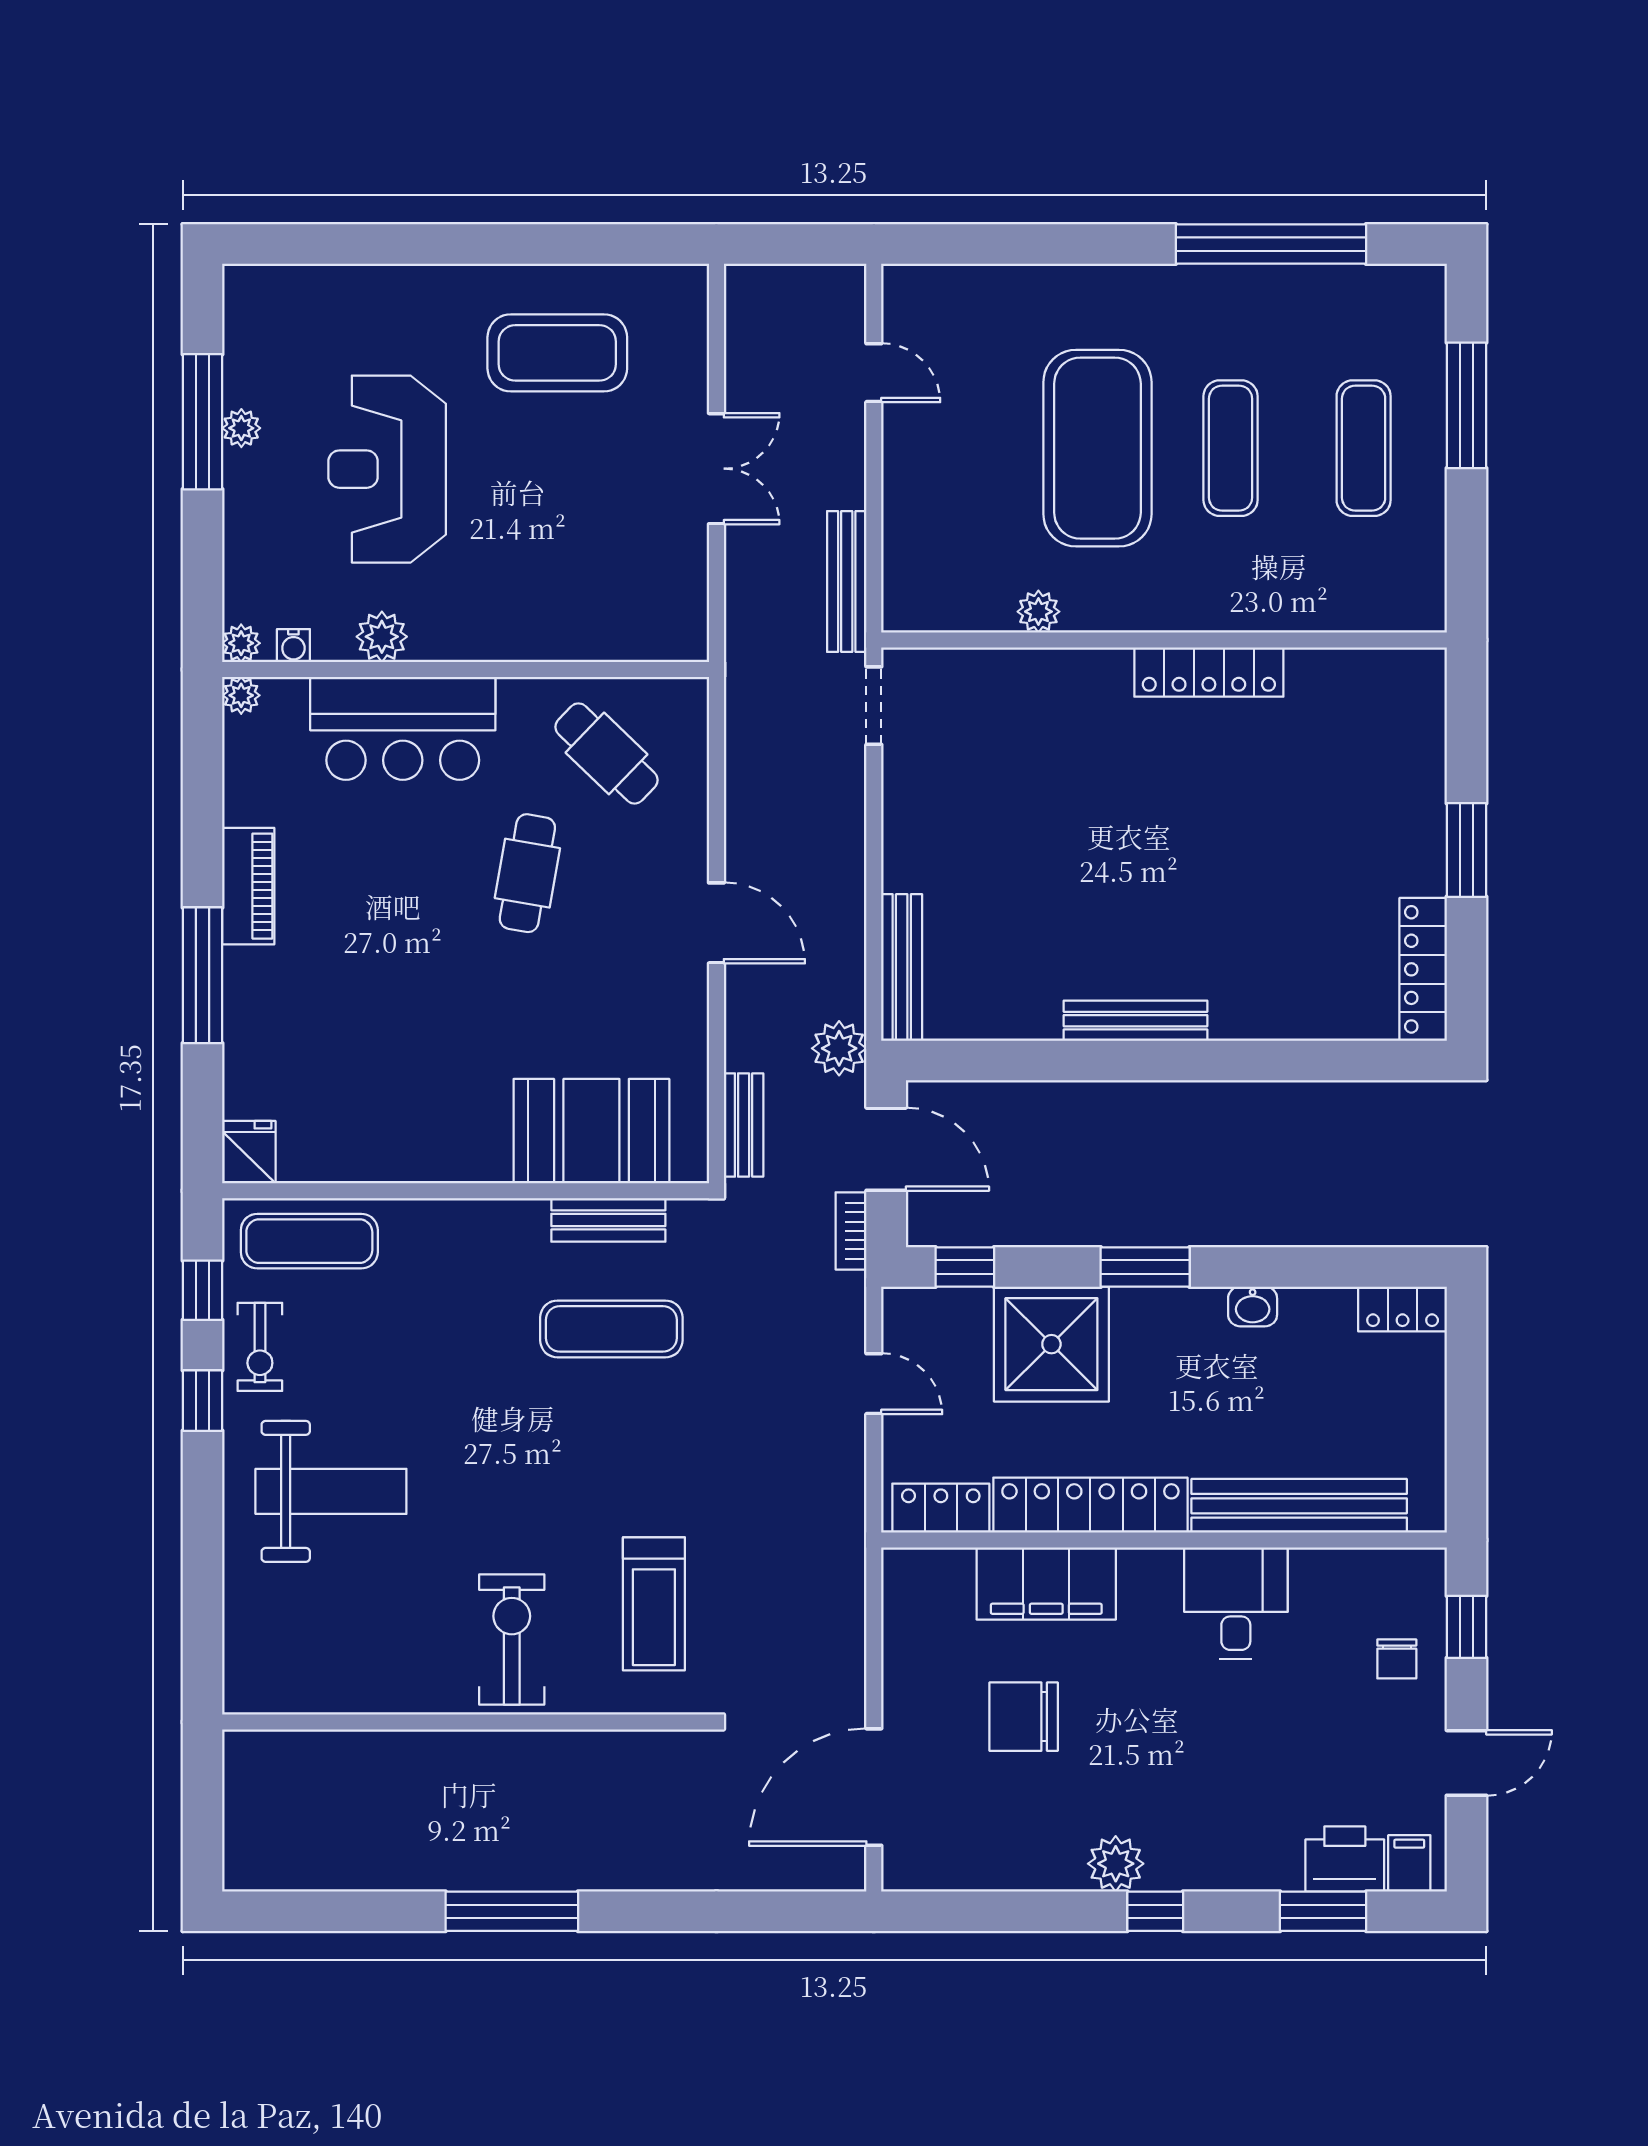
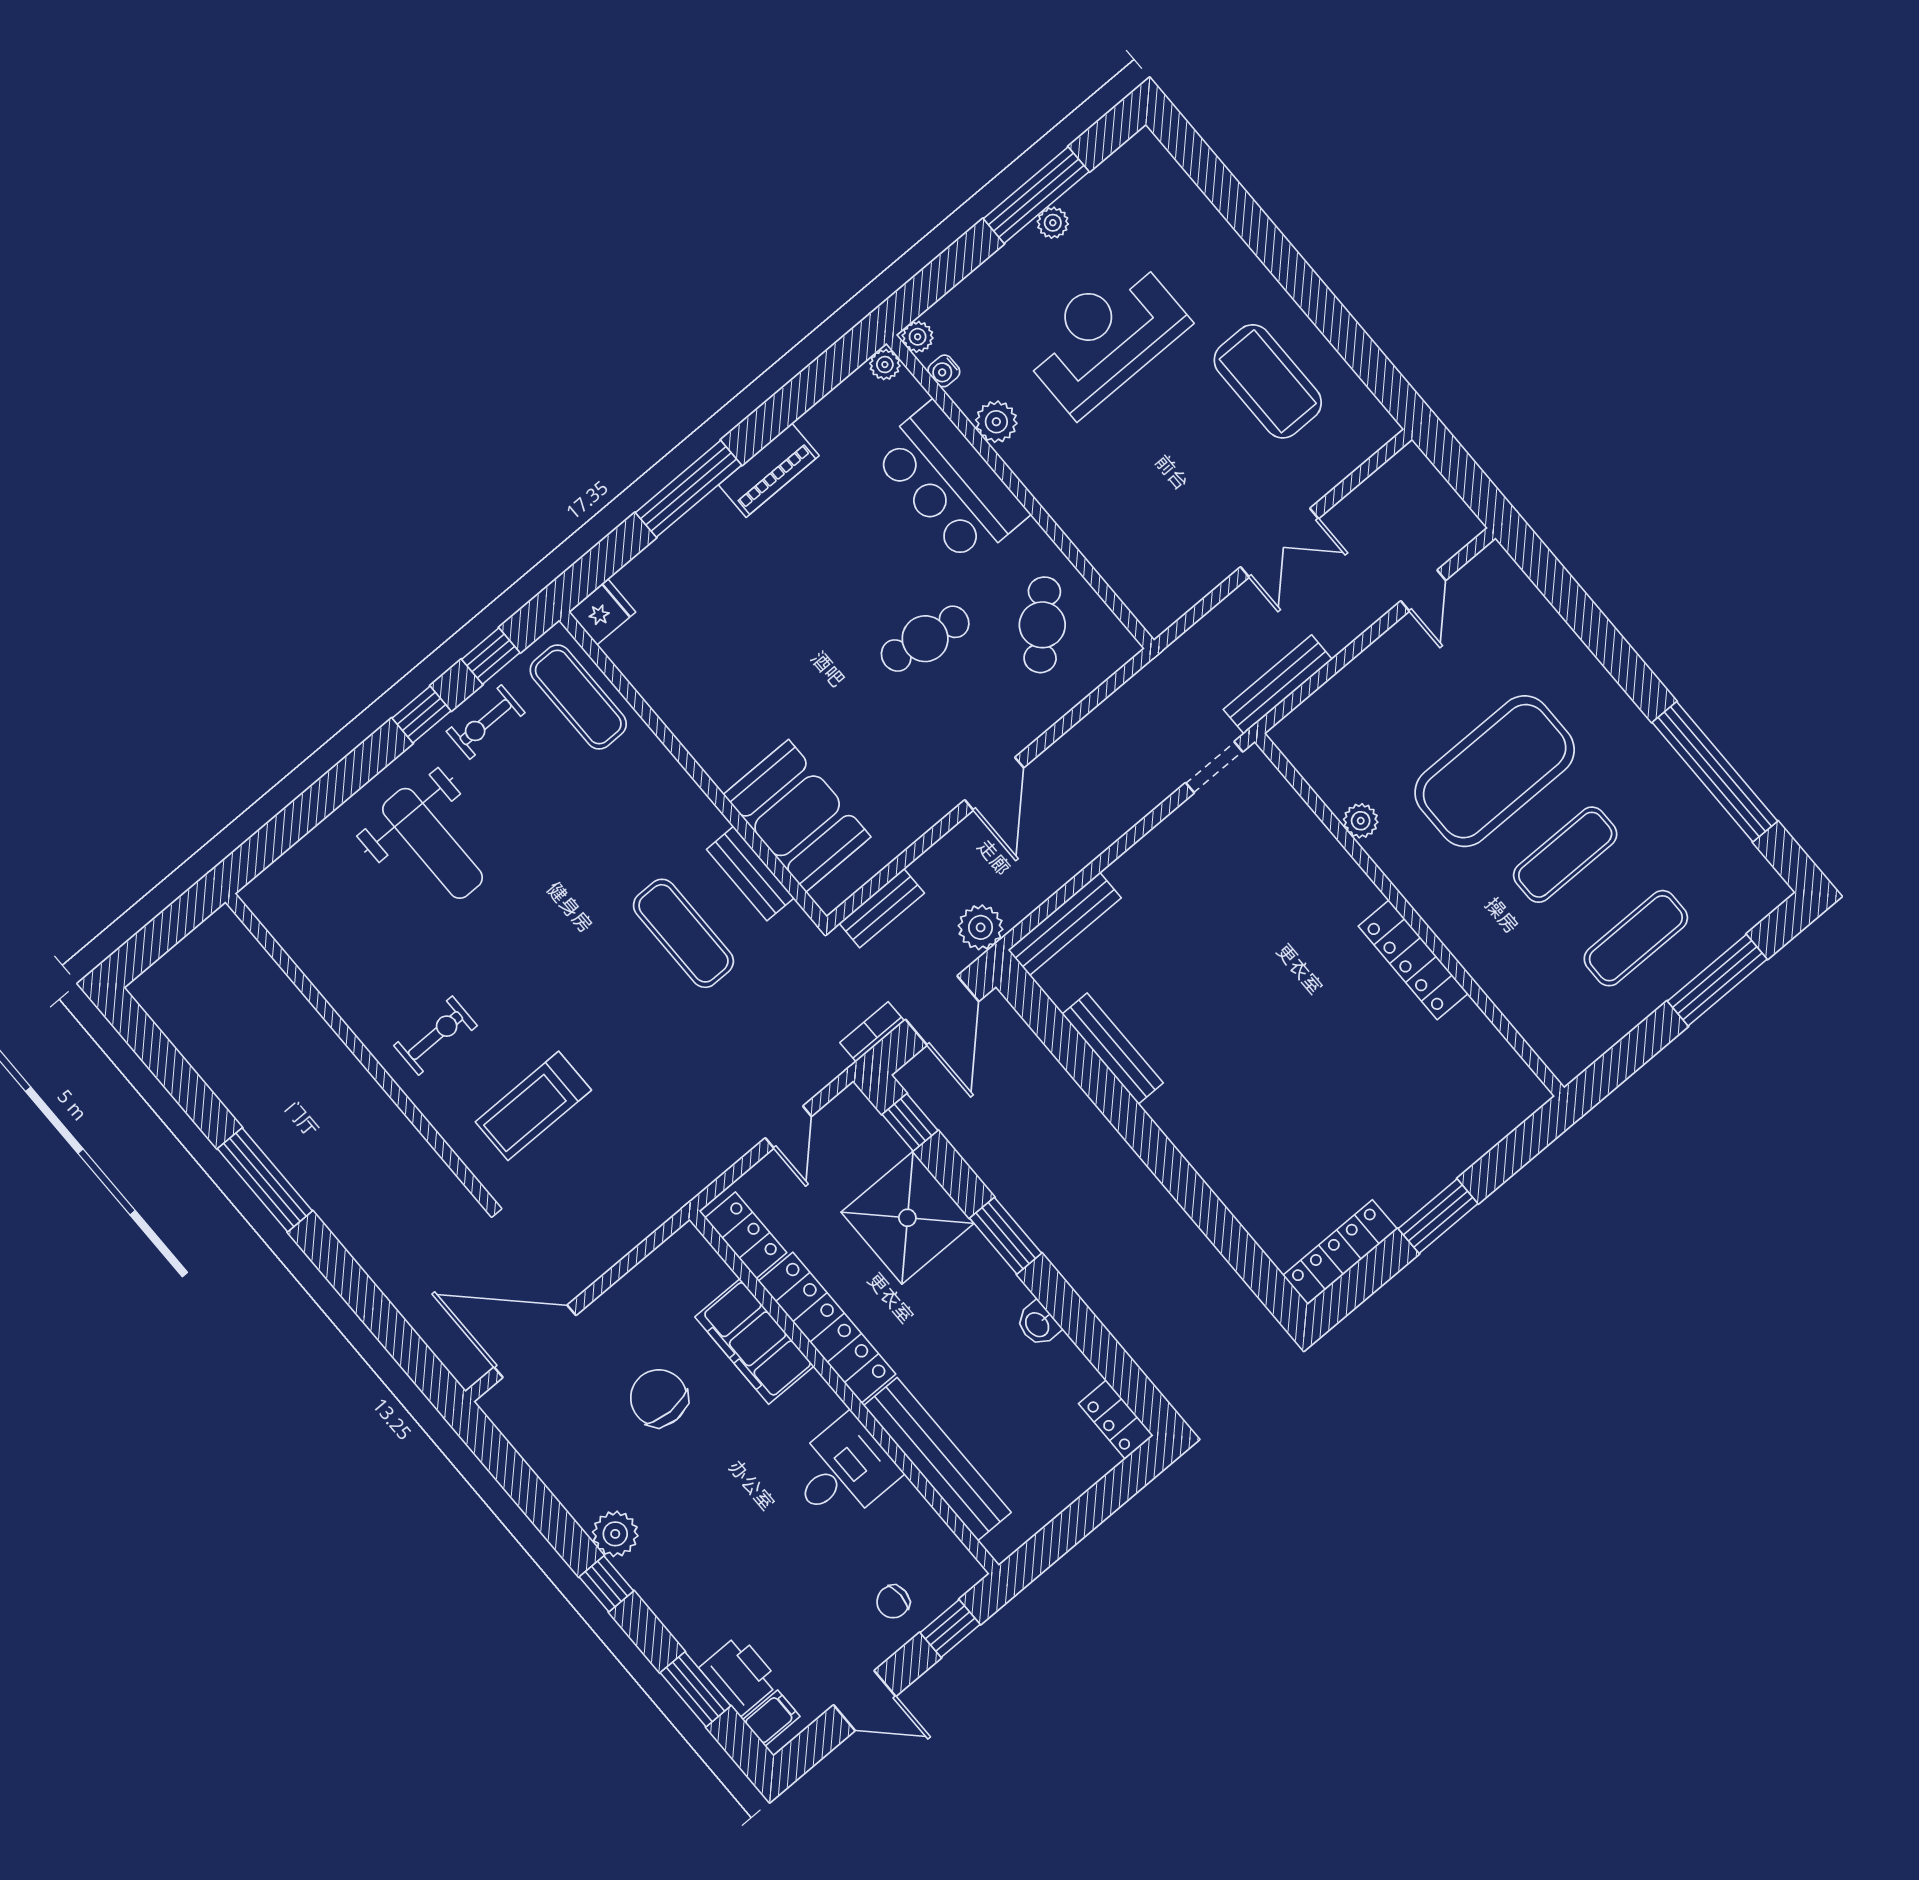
bench: (1135, 1021) -> (1113, 1049), moved
exercise bike: (512, 1640) -> (436, 1036), width x0.73, depth x0.72

